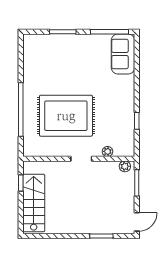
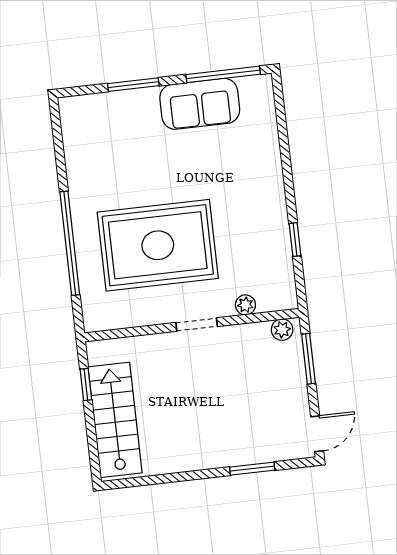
sofa: (123, 54) -> (200, 104), moved, turned -90

